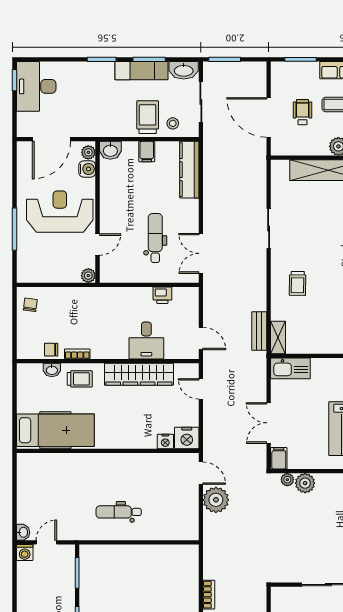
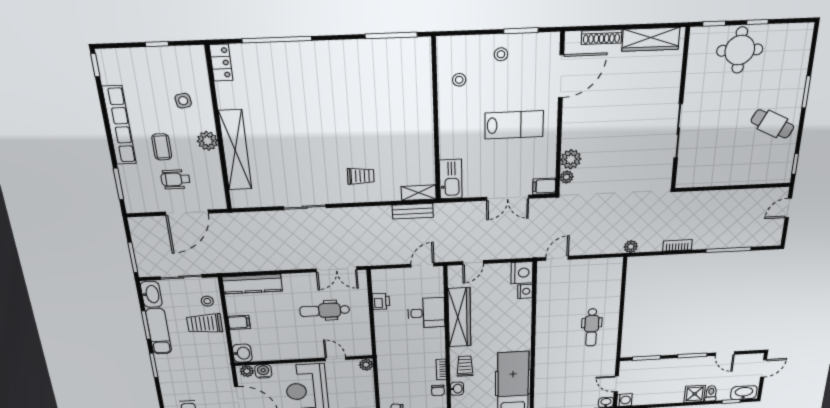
plant: (216, 500) -> (631, 247), moved, width x0.53, depth x0.53

